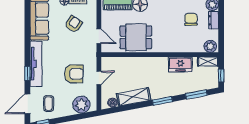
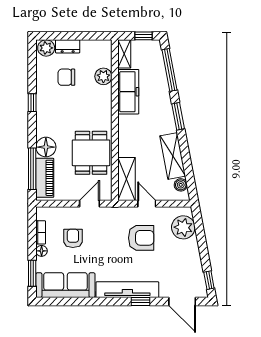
armchair: (73, 24) -> (73, 238), turned 57
plant: (210, 46) -> (103, 76), moved
shelving: (117, 63) -> (127, 179), added
freezer: (180, 64) -> (128, 92), width x1.40
armchair: (74, 74) -> (141, 238), turned 90
window: (196, 95) -> (169, 70), width x1.44
coffee table: (49, 104) -> (182, 273), removed

